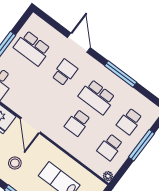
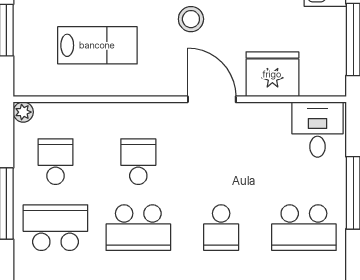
school desk: (32, 48) -> (304, 228), turned 180
school desk: (97, 97) -> (138, 228), turned 180
school desk: (129, 121) -> (55, 228), width x1.85

